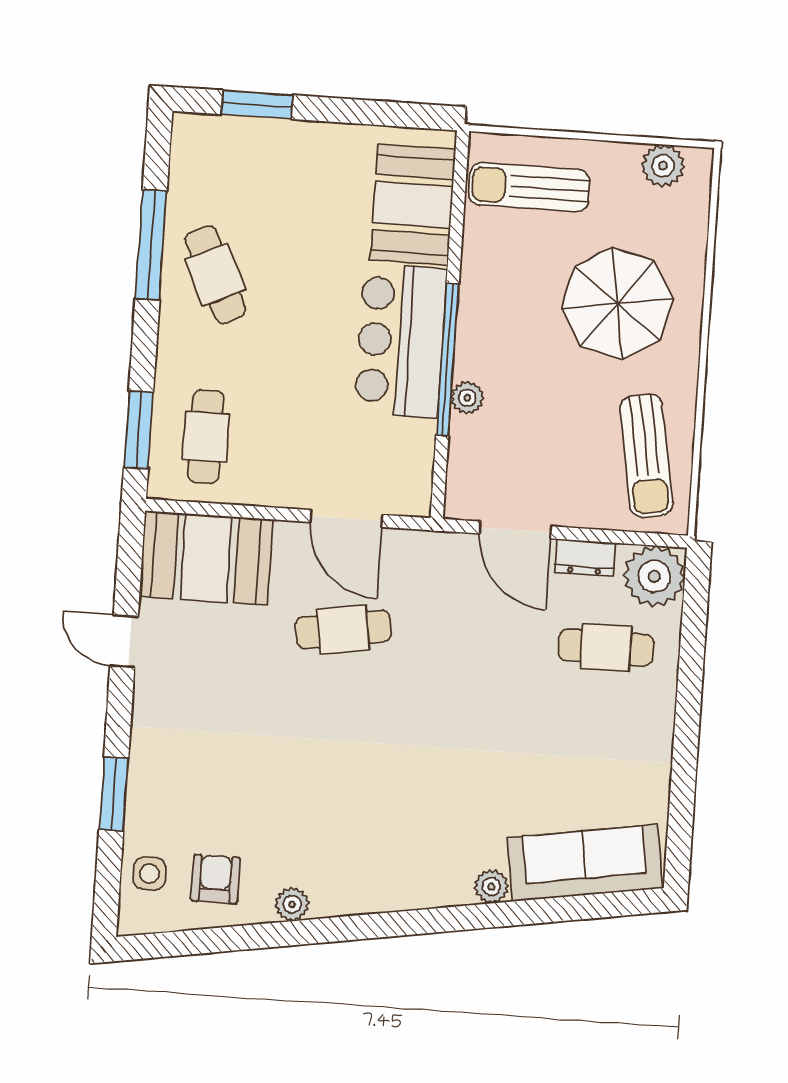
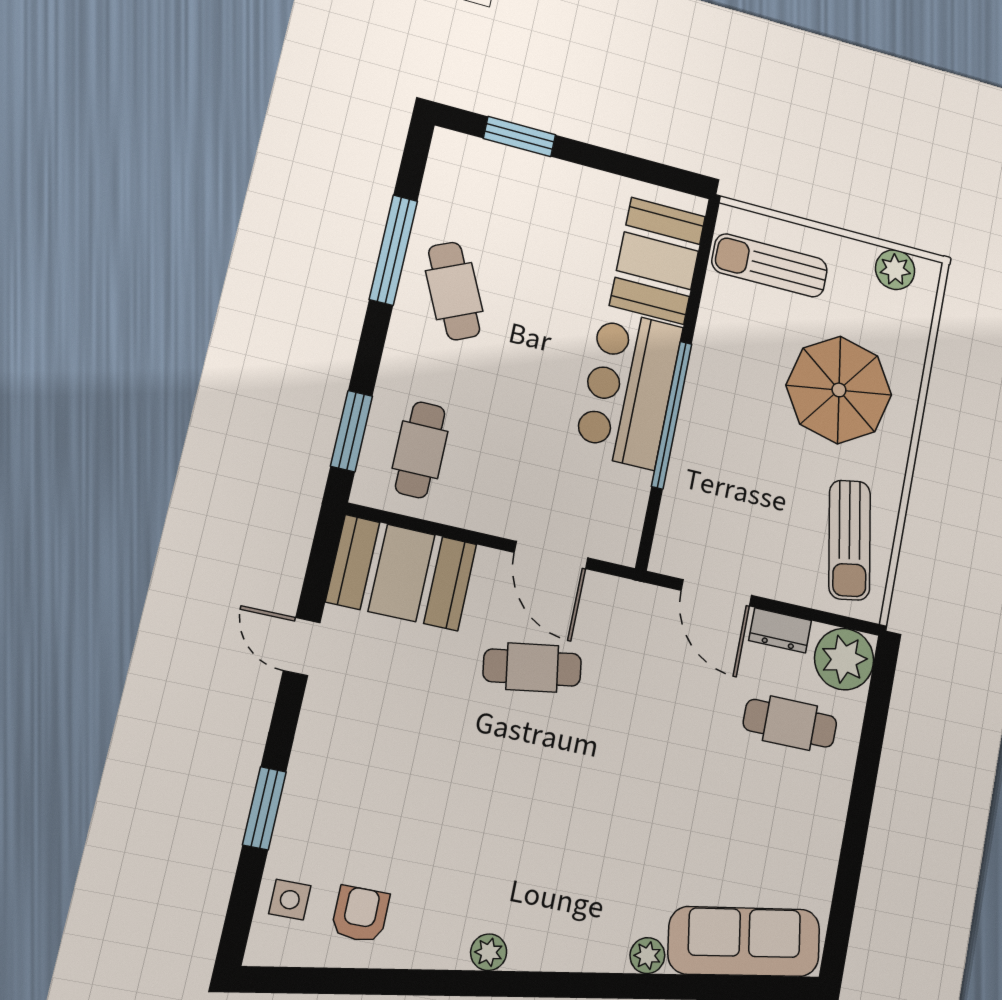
plant: (467, 398) -> (686, 455), removed
plant: (292, 904) -> (489, 952), moved

